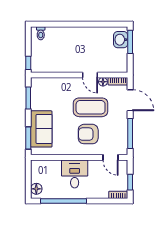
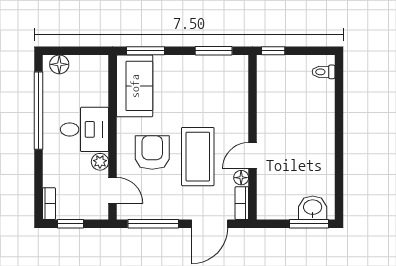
sofa: (41, 129) -> (135, 86), moved, turned -90
door: (110, 157) -> (113, 190), swing flipped
plant: (94, 165) -> (100, 162), added

